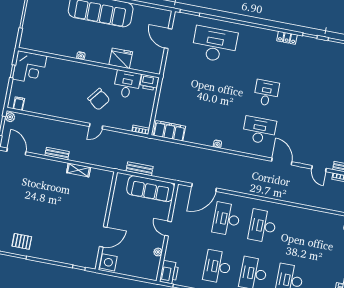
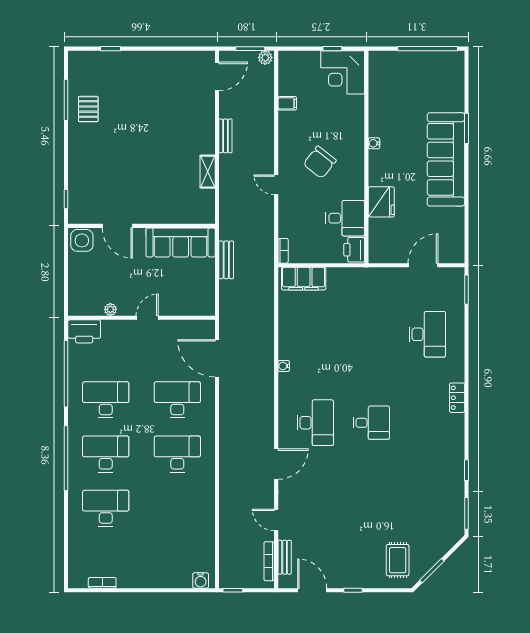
locker: (287, 38) -> (457, 398), moved
desk: (215, 44) -> (427, 334), width x0.73, depth x0.77
chair: (99, 99) -> (320, 162), moved
filing cabinet: (19, 104) -> (287, 103), moved
filing cabinet: (169, 131) -> (304, 279), moved, turned 90
door: (319, 169) -> (276, 520), hinge flipped
sofa: (151, 189) -> (181, 242), moved, turned -90

